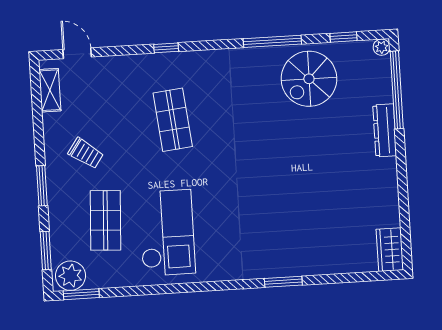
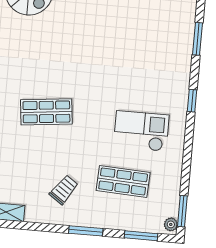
checkout: (167, 233) -> (141, 131), width x0.73, depth x0.83
plant: (70, 276) -> (171, 224), width x0.53, depth x0.53
window: (211, 286) -> (192, 101), added

